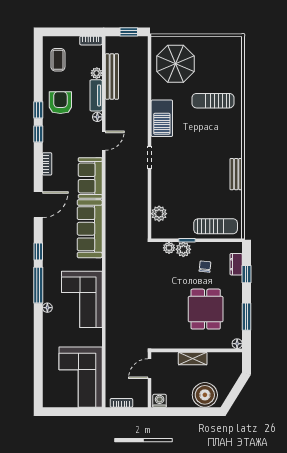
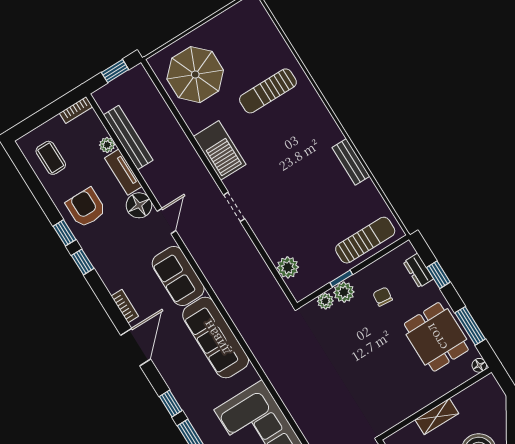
floor lamp: (97, 117) -> (139, 205), width x1.89, depth x1.89
bookcase: (47, 164) -> (125, 306), moved
dining table: (206, 309) -> (436, 337), moved

